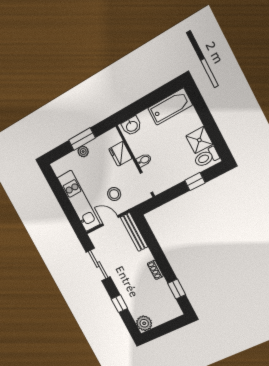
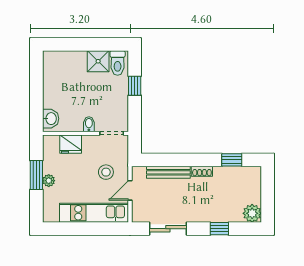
bathtub: (170, 107) -> (53, 72), removed
bench: (134, 232) -> (168, 172), moved

